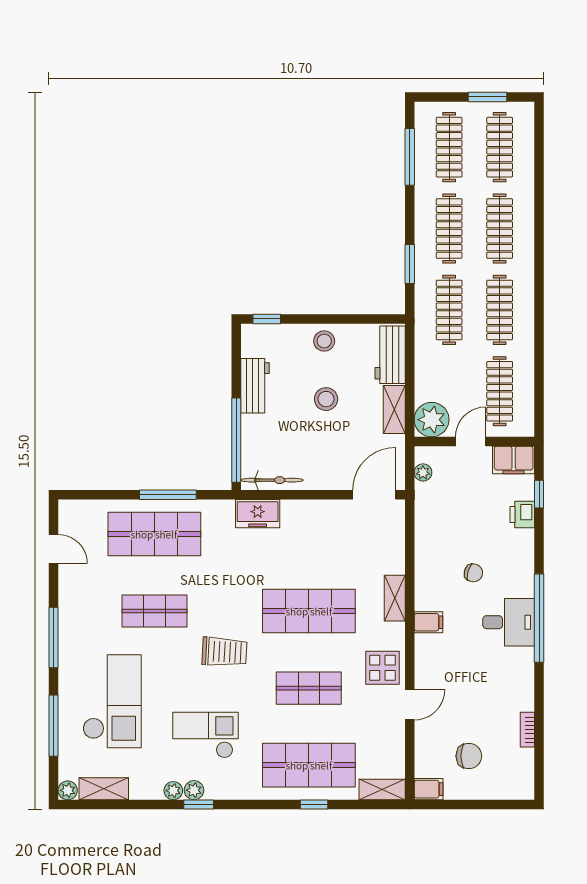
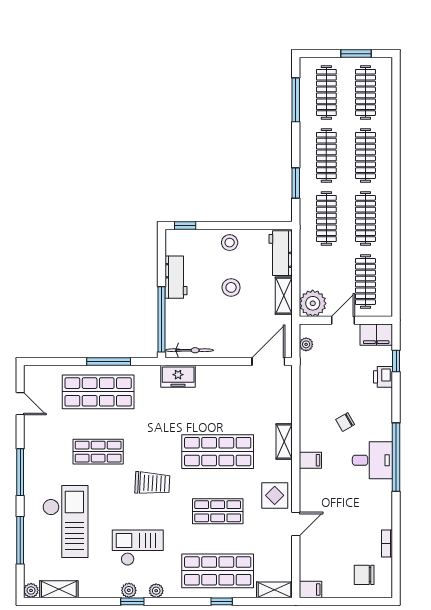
chair: (473, 573) -> (345, 422), turned 135
chair: (469, 756) -> (364, 575), moved, turned 180
plant: (173, 791) -> (156, 591), moved

